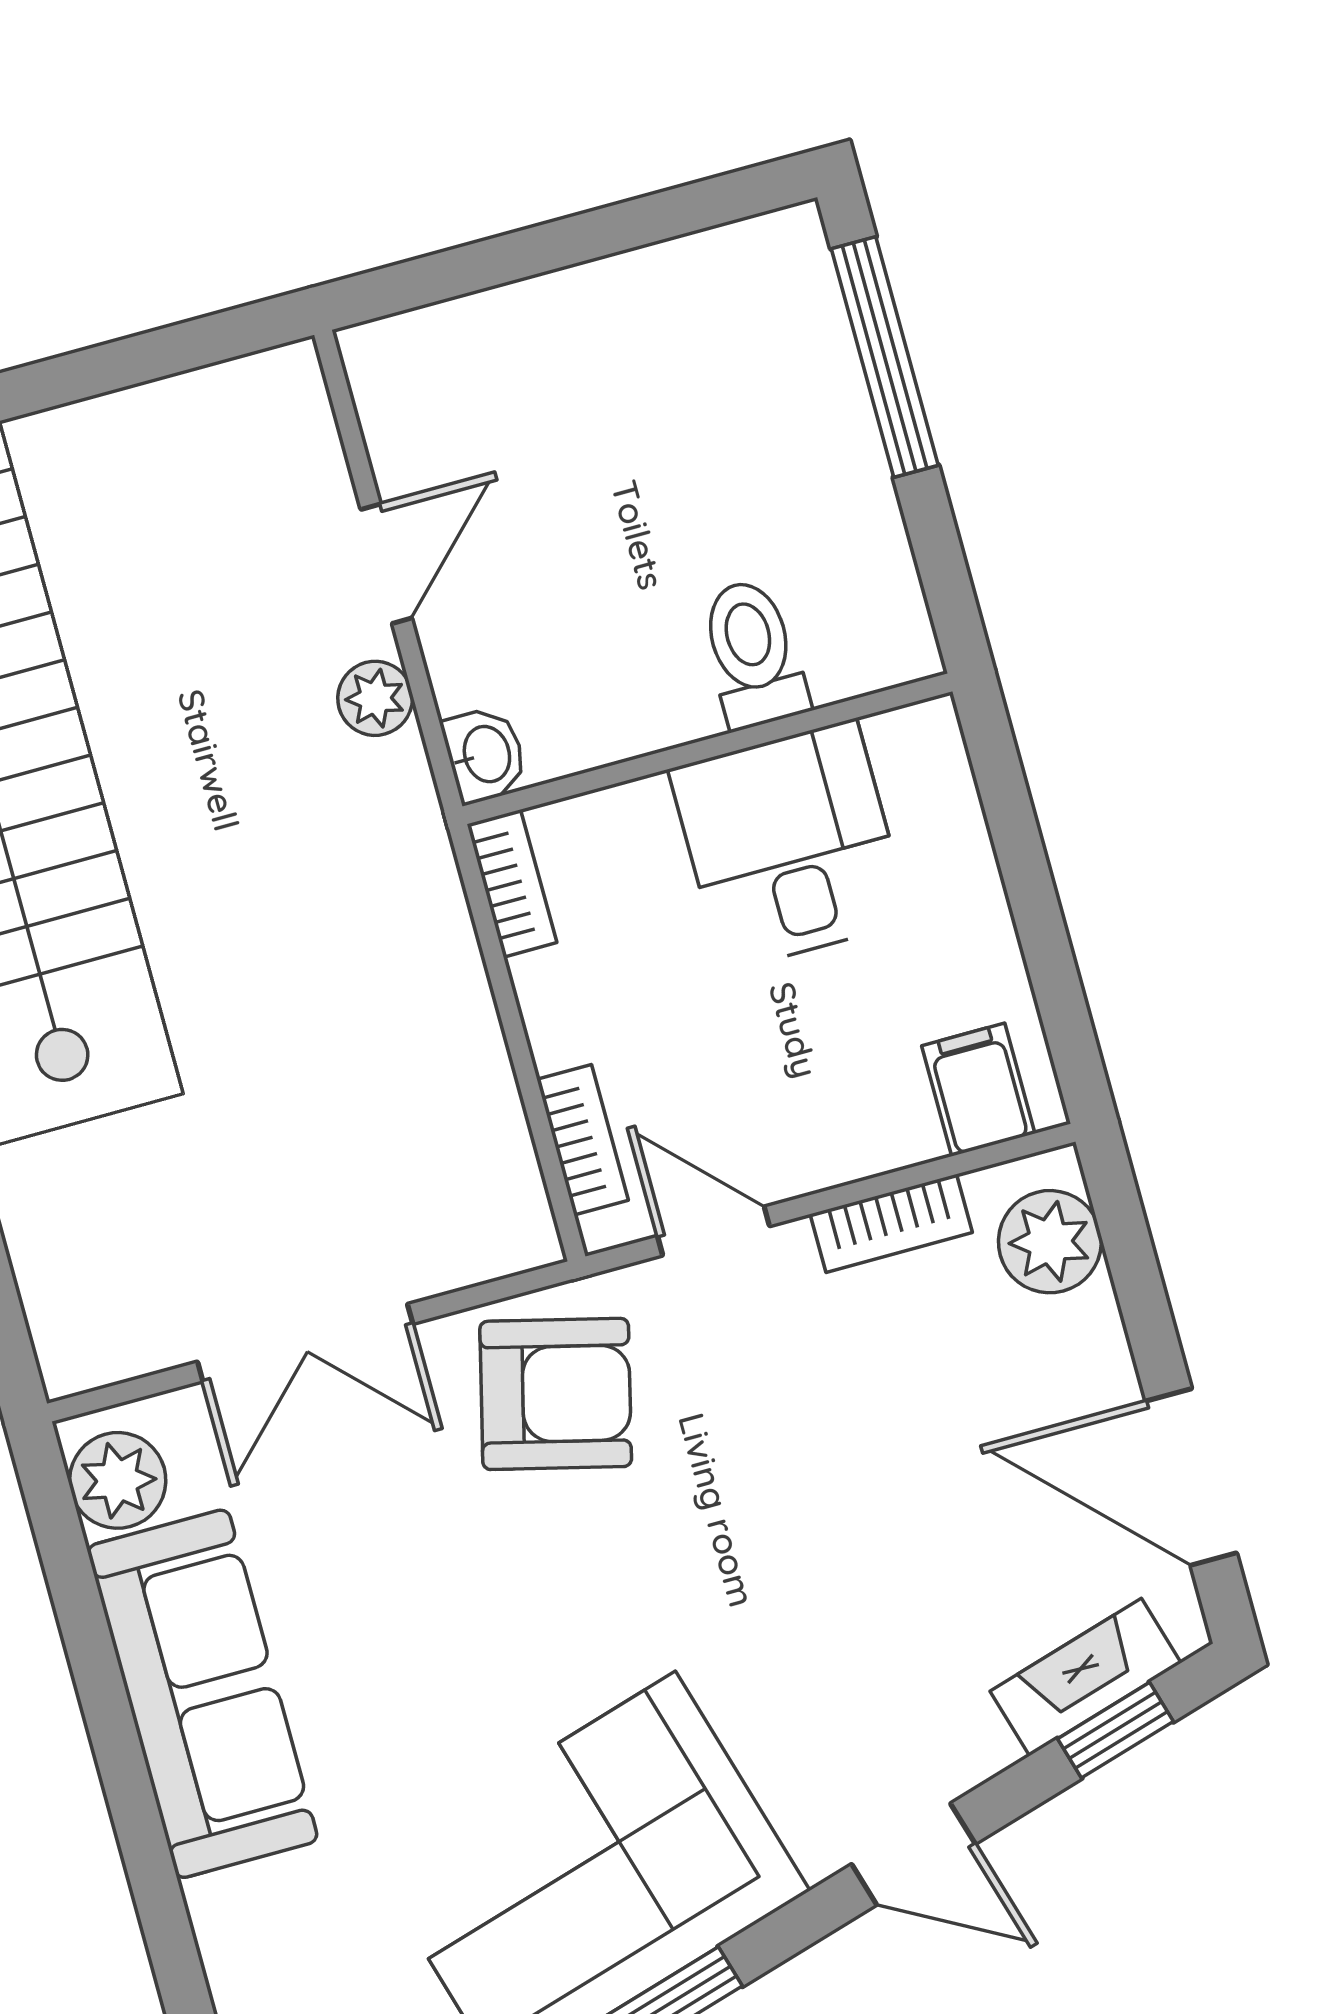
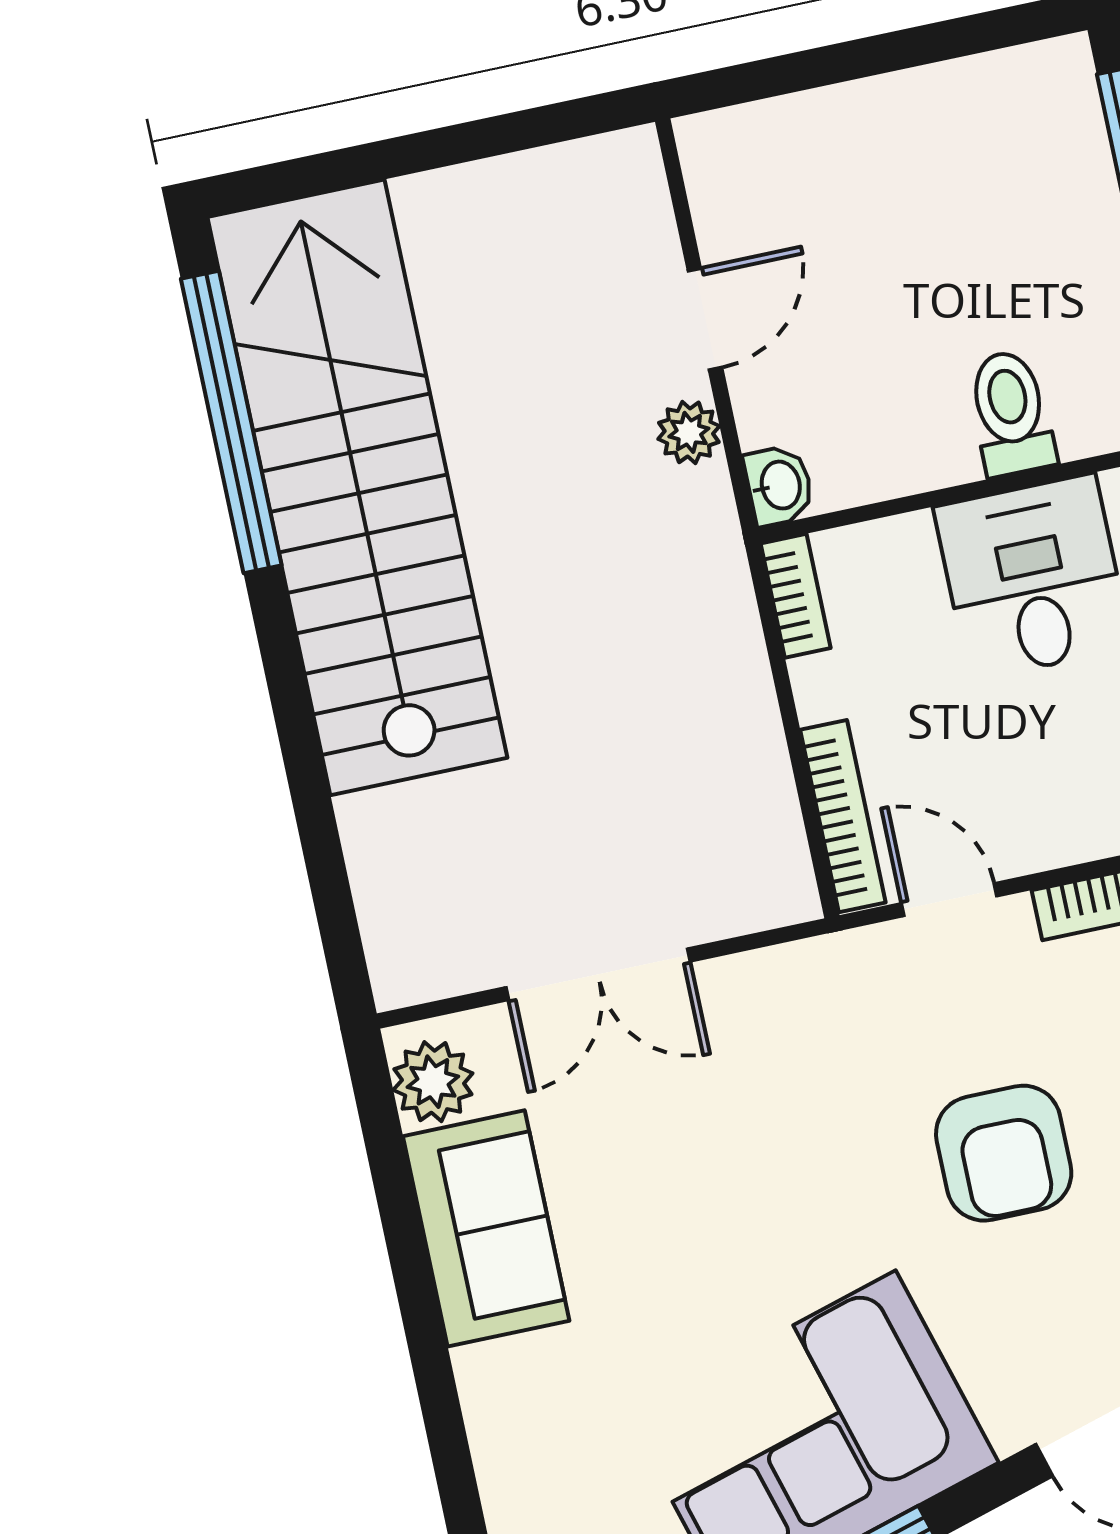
bookcase: (583, 1140) -> (843, 816), width x1.56
armchair: (556, 1394) -> (1004, 1153), moved, turned 76
sofa: (202, 1694) -> (486, 1228), width x0.73

